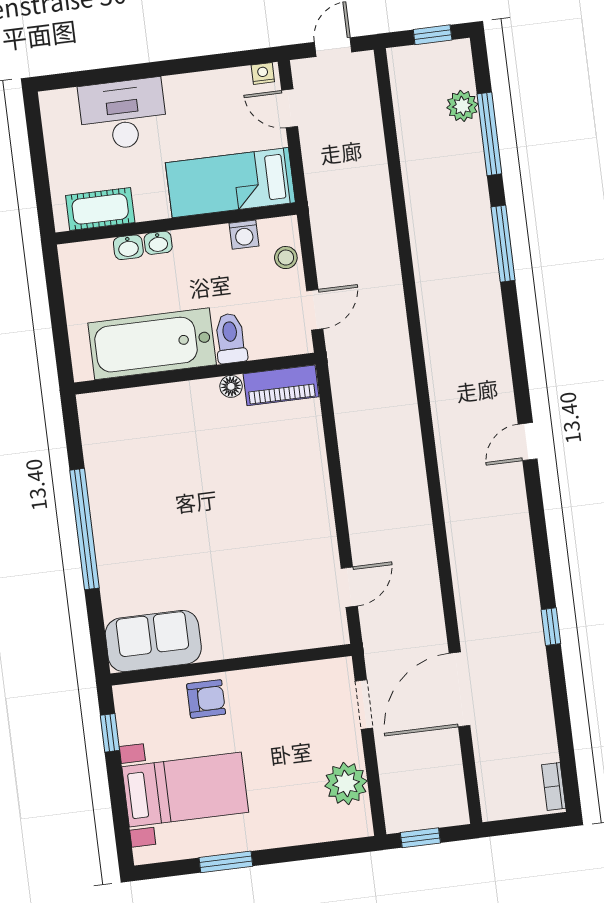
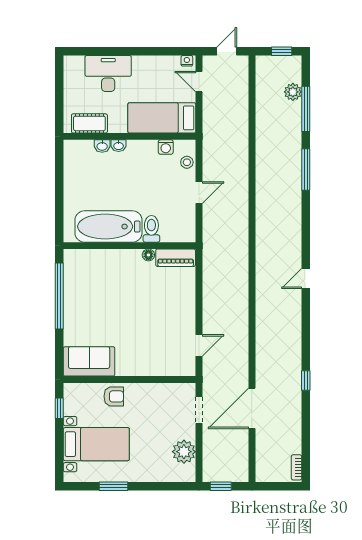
toilet: (231, 338) -> (151, 229), moved
bathtub: (152, 344) -> (108, 227), moved
wall: (195, 374) -> (130, 246), moved
piano: (281, 385) -> (176, 258), moved
floor lamp: (231, 386) -> (148, 255), moved

